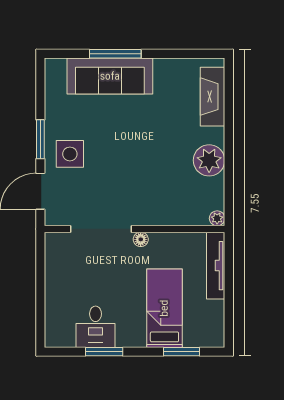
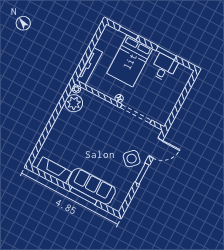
fireplace: (213, 97) -> (54, 170), moved, turned -90
side table: (70, 154) -> (132, 159), turned 45
plant: (209, 160) -> (74, 103), moved
bed: (164, 308) -> (130, 61), width x1.50

